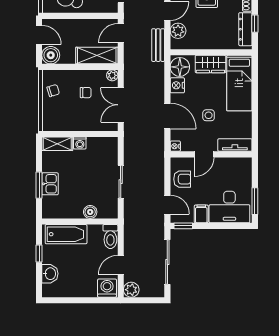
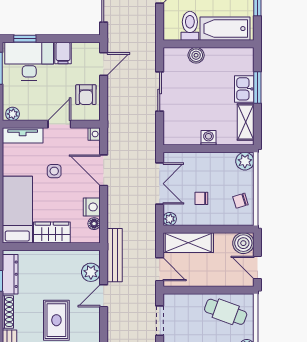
door: (121, 33) -> (160, 269), hinge flipped
bench: (158, 45) -> (115, 255), width x1.36
floor lamp: (180, 67) -> (94, 224), width x0.53, depth x0.53
plant: (49, 124) -> (245, 161), added
shelving: (57, 144) -> (246, 122), moved, turned 90
plant: (243, 163) -> (13, 114), added
armchair: (182, 179) -> (86, 95), turned -90
door: (167, 205) -> (104, 64), swing flipped
window: (183, 226) -> (25, 39), moved
toilet: (110, 237) -> (190, 26), moved

